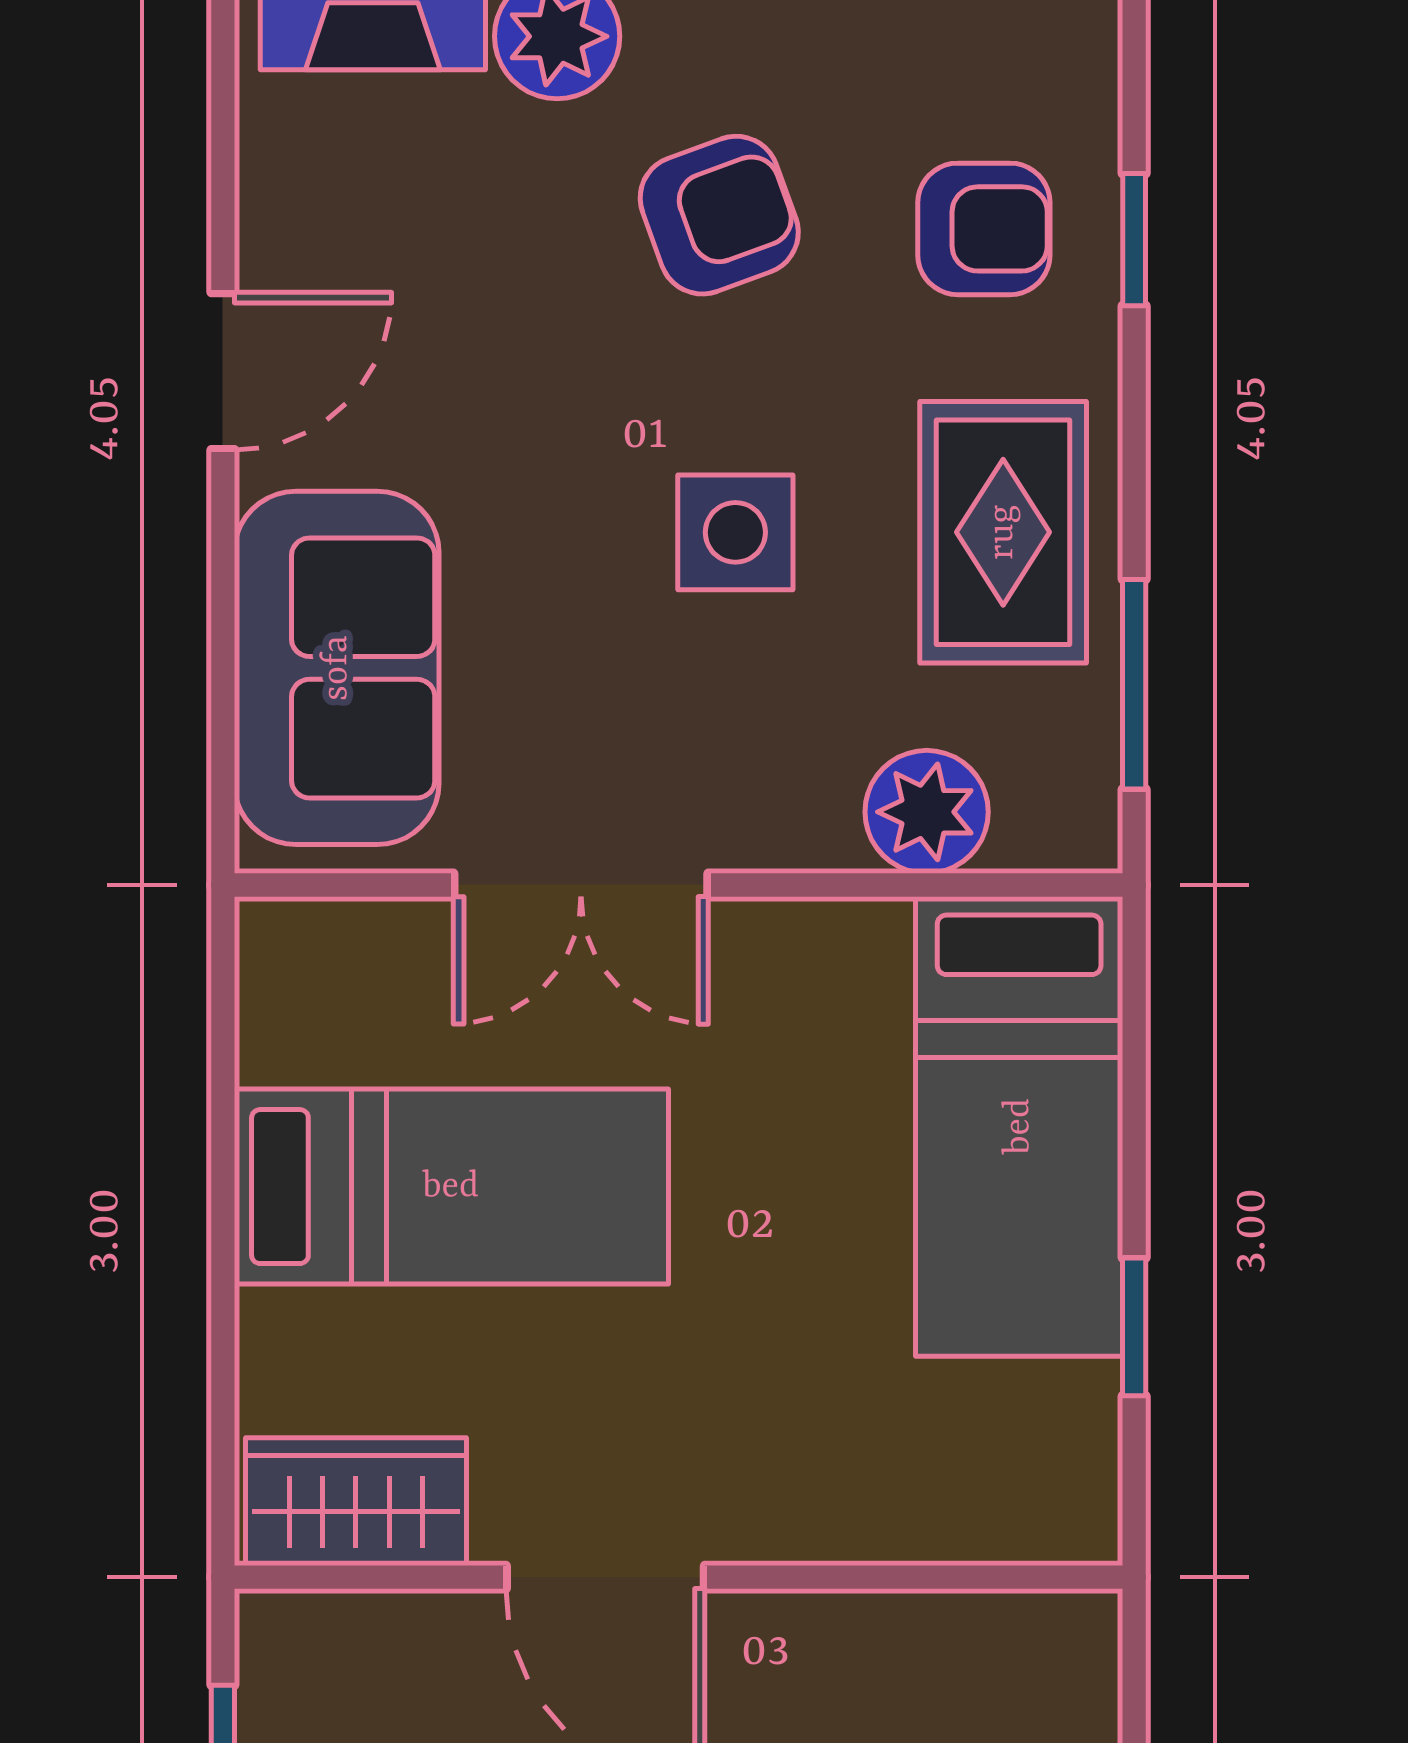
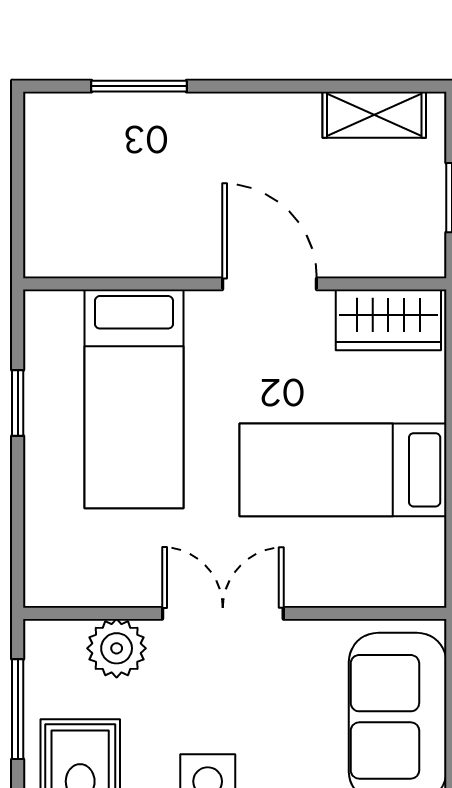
double door: (581, 885) -> (223, 613), moved
bed: (1019, 1126) -> (134, 399), moved, turned 180

